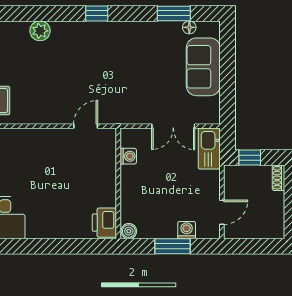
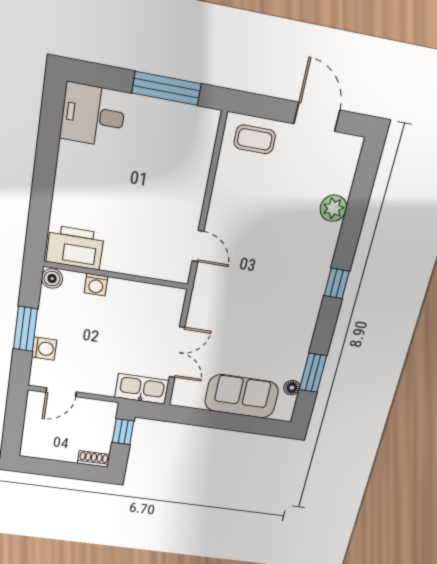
double door: (173, 126) -> (177, 352), swing flipped
washing machine: (128, 156) -> (96, 285), moved
door: (222, 212) -> (61, 392), hinge flipped
printer: (104, 223) -> (75, 248), width x1.37, depth x1.19

